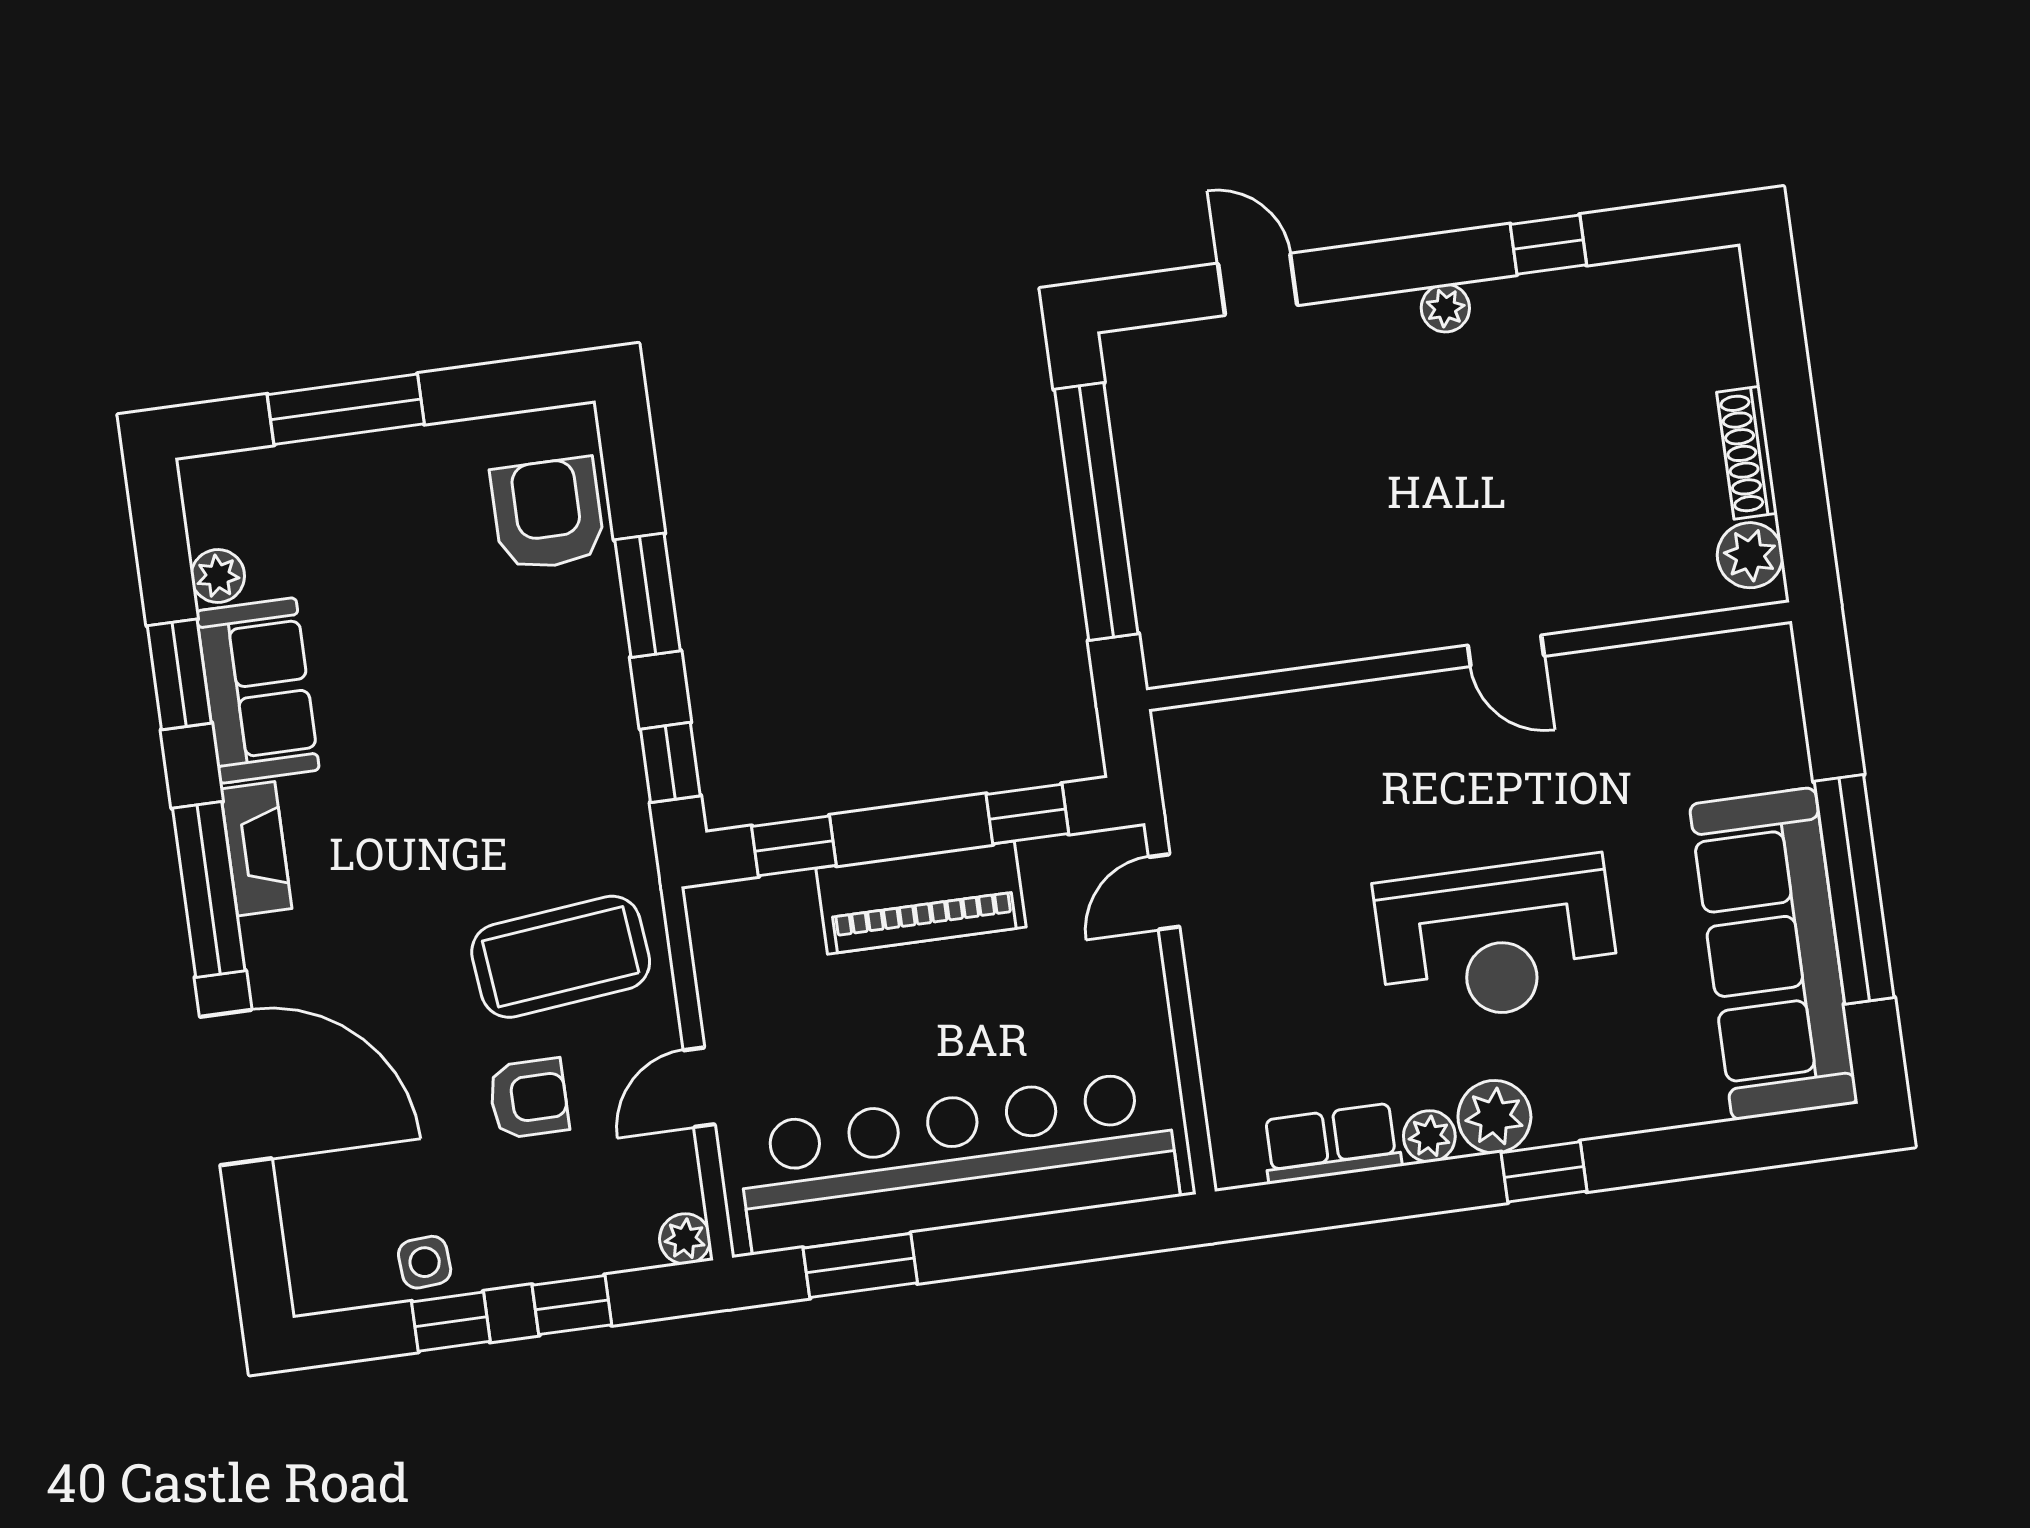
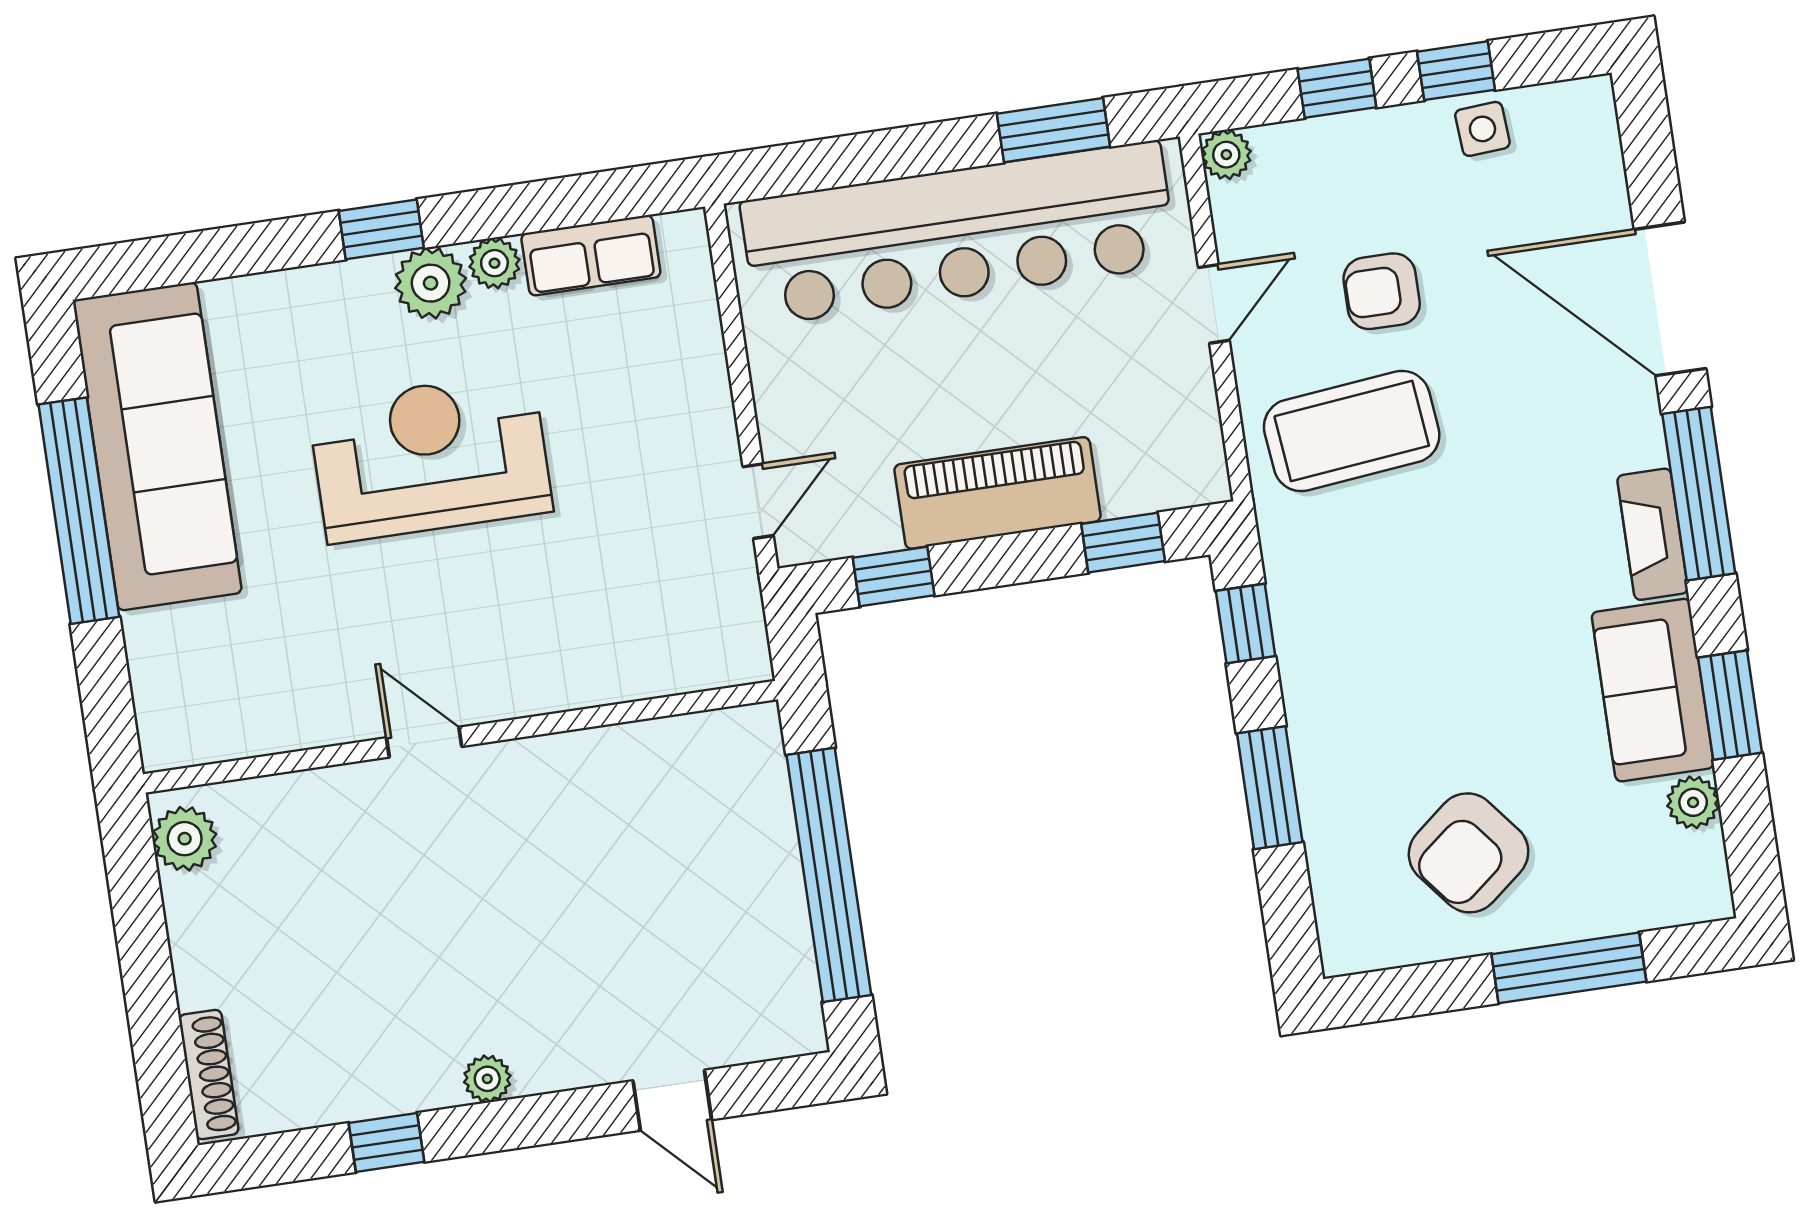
shoe rack: (1747, 453) -> (209, 1075), moved
armchair: (548, 514) -> (1469, 853), moved, turned 51

